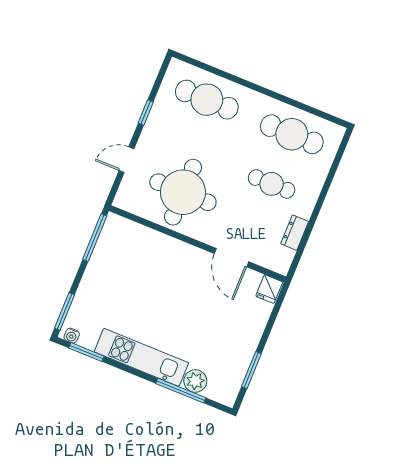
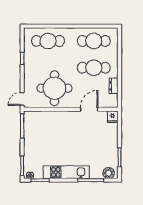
door: (126, 160) -> (22, 99), moved
cafe table: (272, 184) -> (94, 68), width x1.37, depth x1.35
door: (231, 258) -> (89, 109), swing flipped
plant: (195, 381) -> (109, 173), moved

